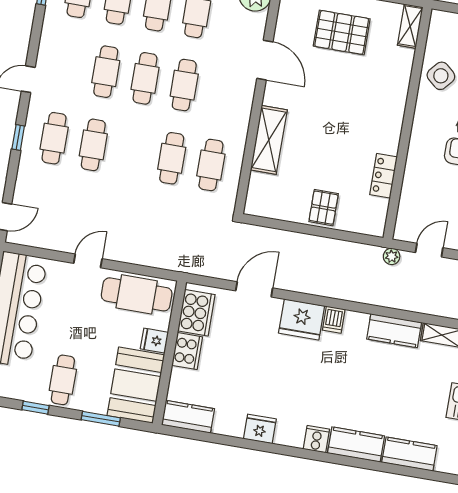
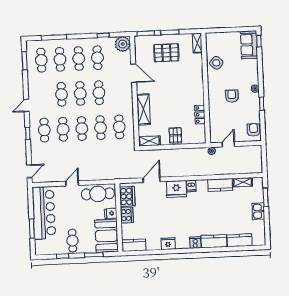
cafe table: (132, 152) -> (82, 128), added
shelving: (267, 208) -> (149, 141), added

